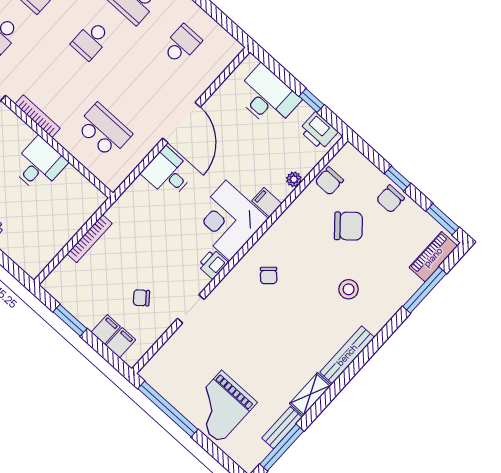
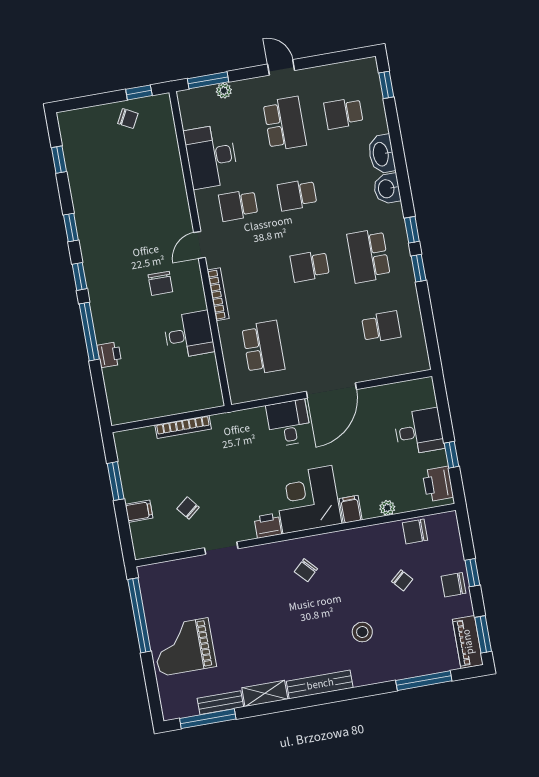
desk: (267, 97) -> (419, 431), width x0.73
chair: (348, 226) -> (402, 580), width x0.54, depth x0.54
piano: (433, 257) -> (468, 642), moved, turned -90
filing cabinet: (121, 343) -> (143, 531), removed

